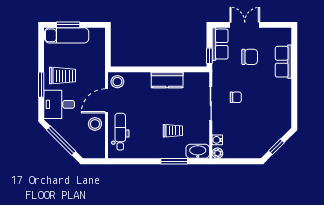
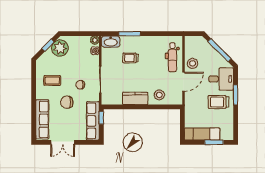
double door: (245, 25) -> (63, 142), moved
exam couch: (67, 35) -> (202, 134), moved
row of seats: (220, 44) -> (93, 121), width x1.48
chair: (250, 57) -> (67, 102), moved
row of seats: (283, 62) -> (42, 119), width x1.48
stool: (117, 82) -> (159, 95), moved
coffee table: (271, 103) -> (52, 80), added
plant: (261, 143) -> (60, 48), added

